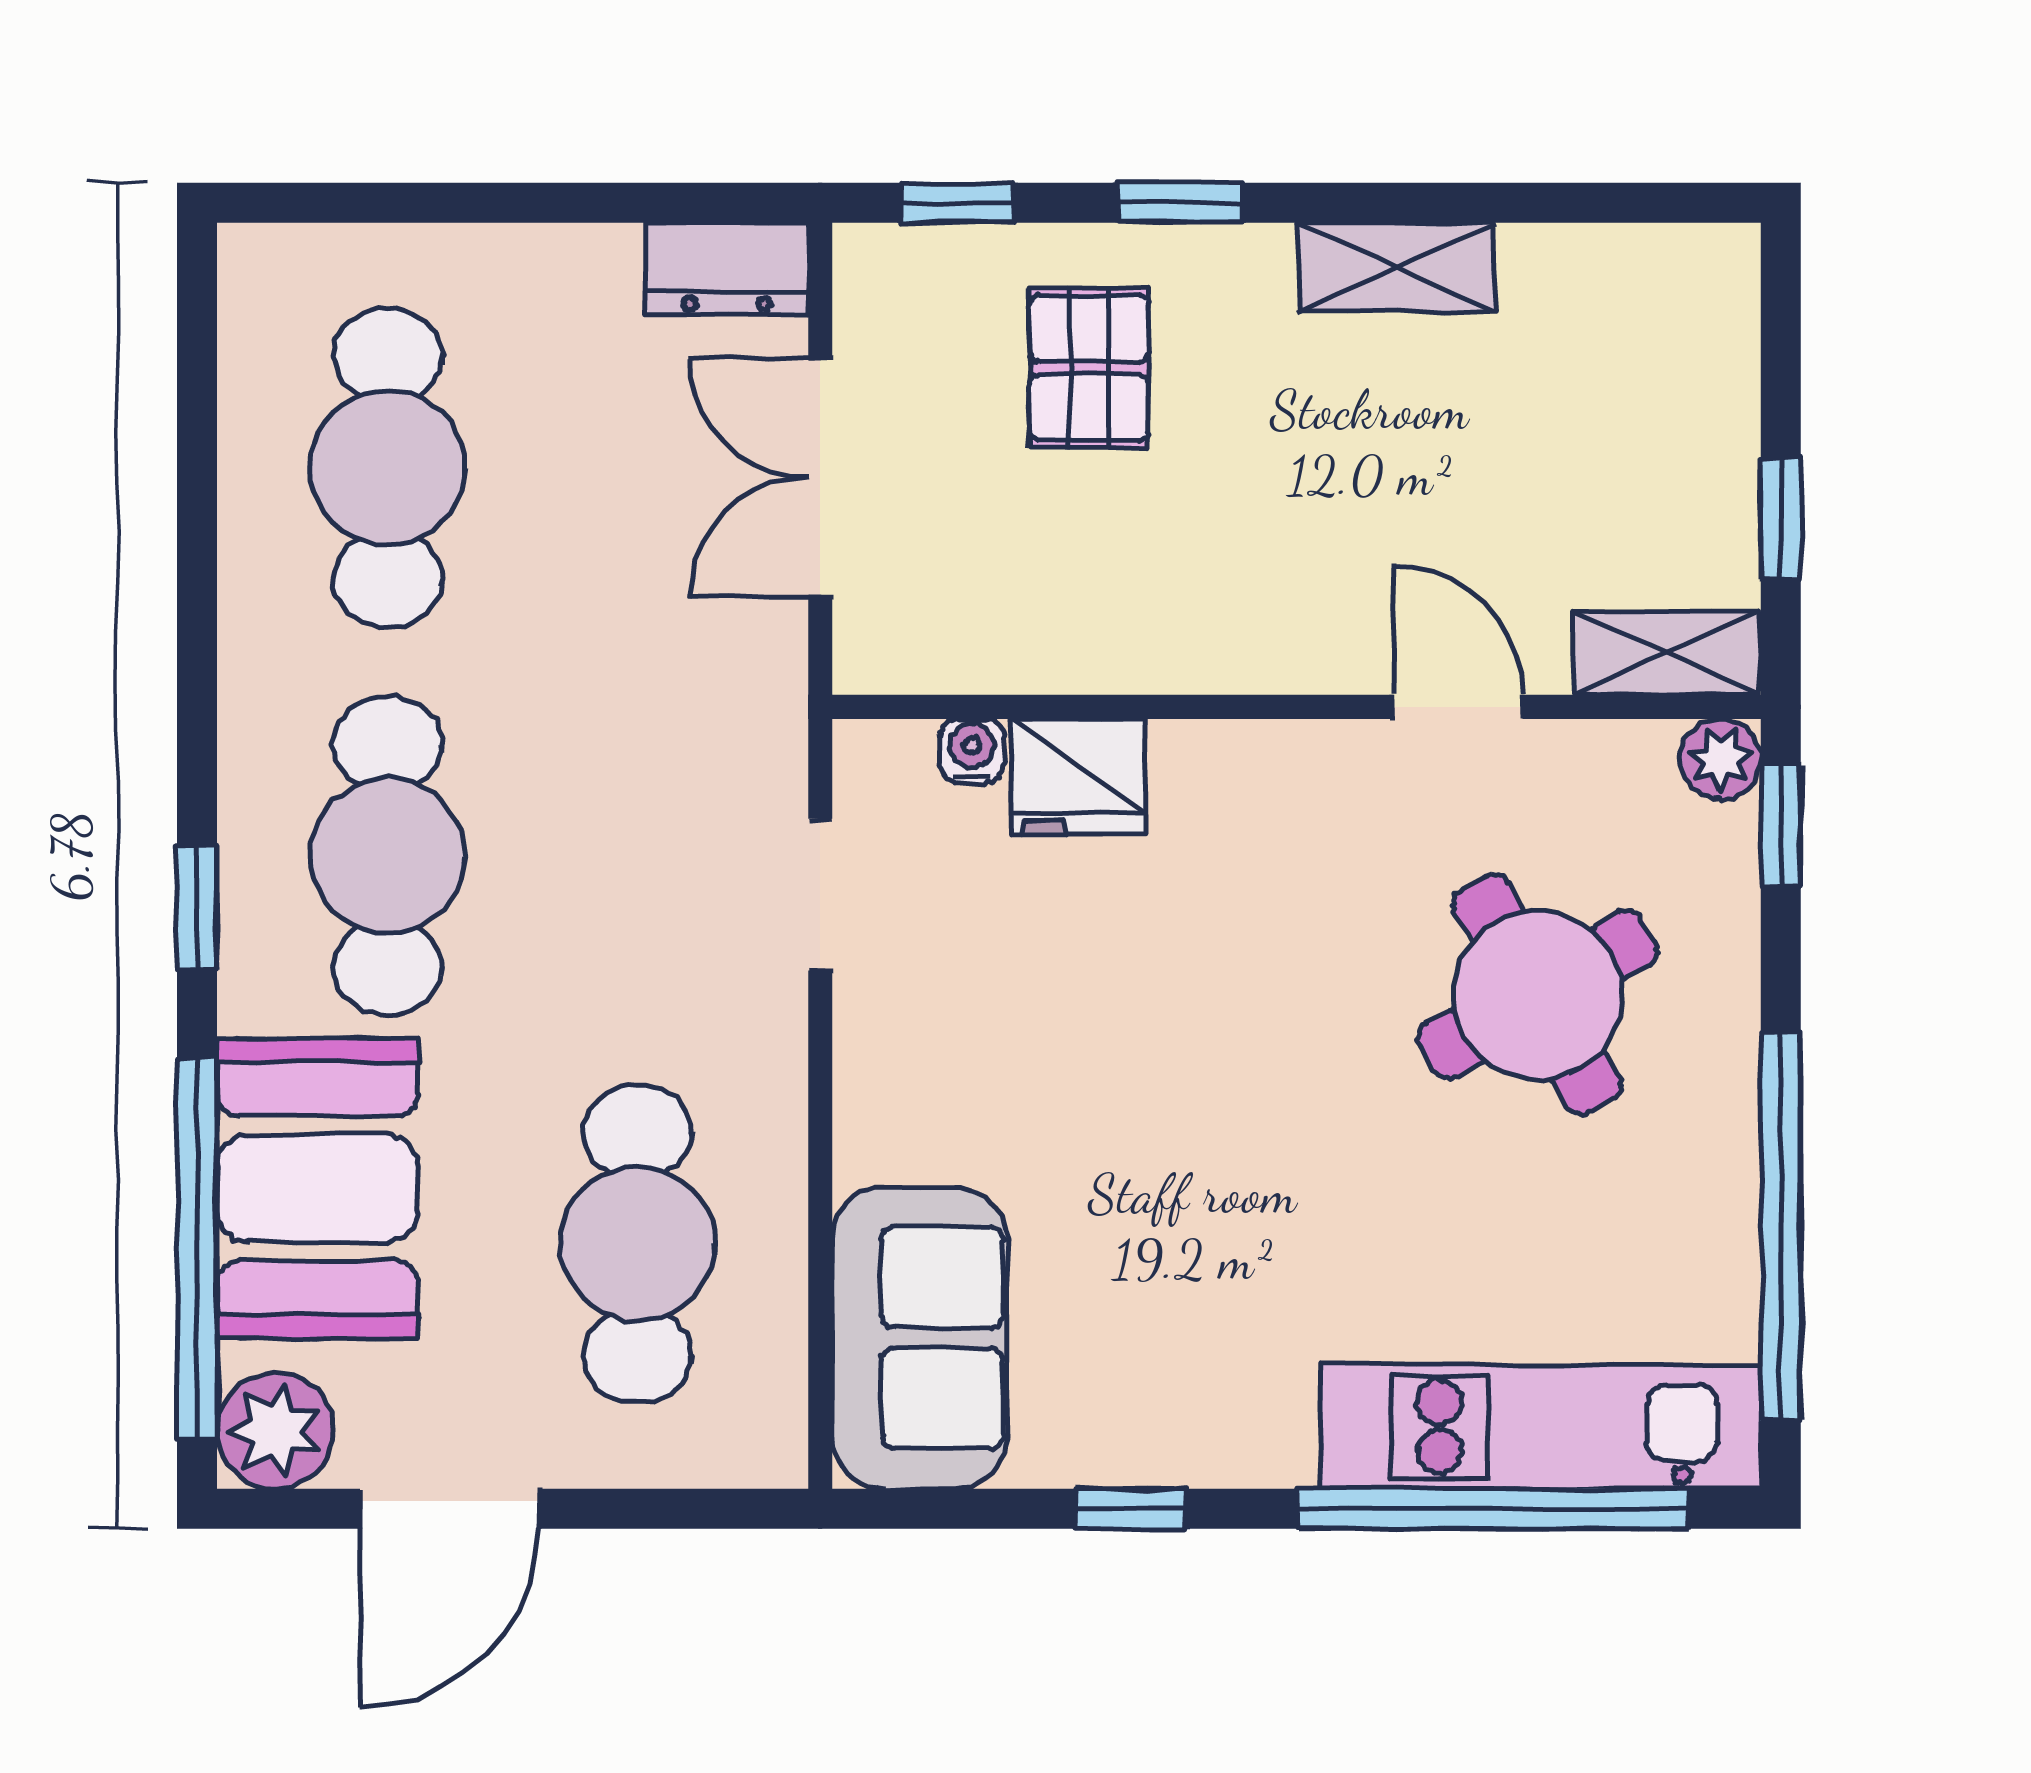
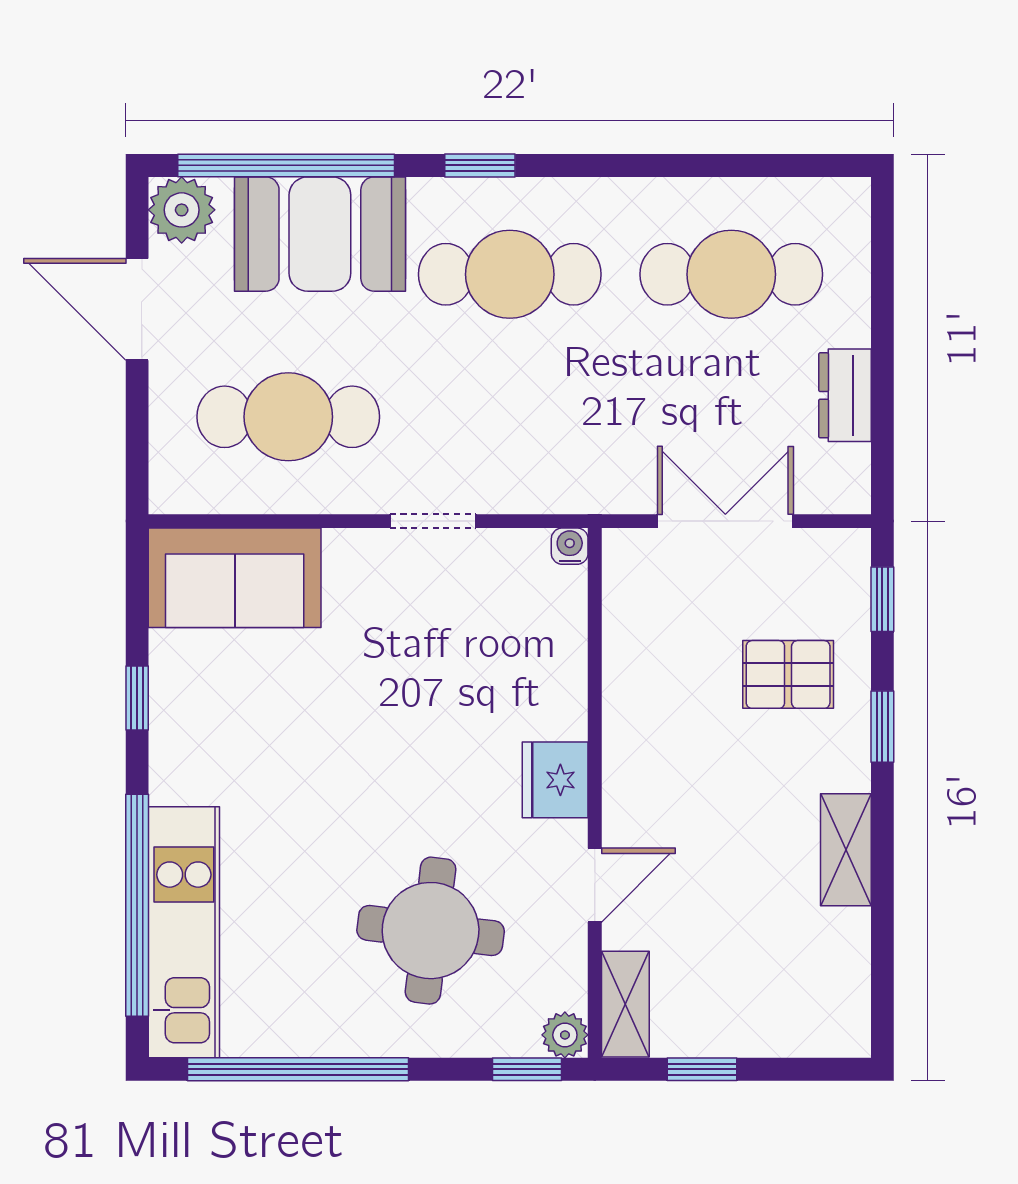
dresser: (727, 268) -> (845, 395), moved
water cooler: (972, 751) -> (570, 546), moved, turned -90
fridge: (1078, 776) -> (555, 780), moved
doorway: (820, 895) -> (433, 521), moved
round table: (1538, 995) -> (431, 931), turned 37

